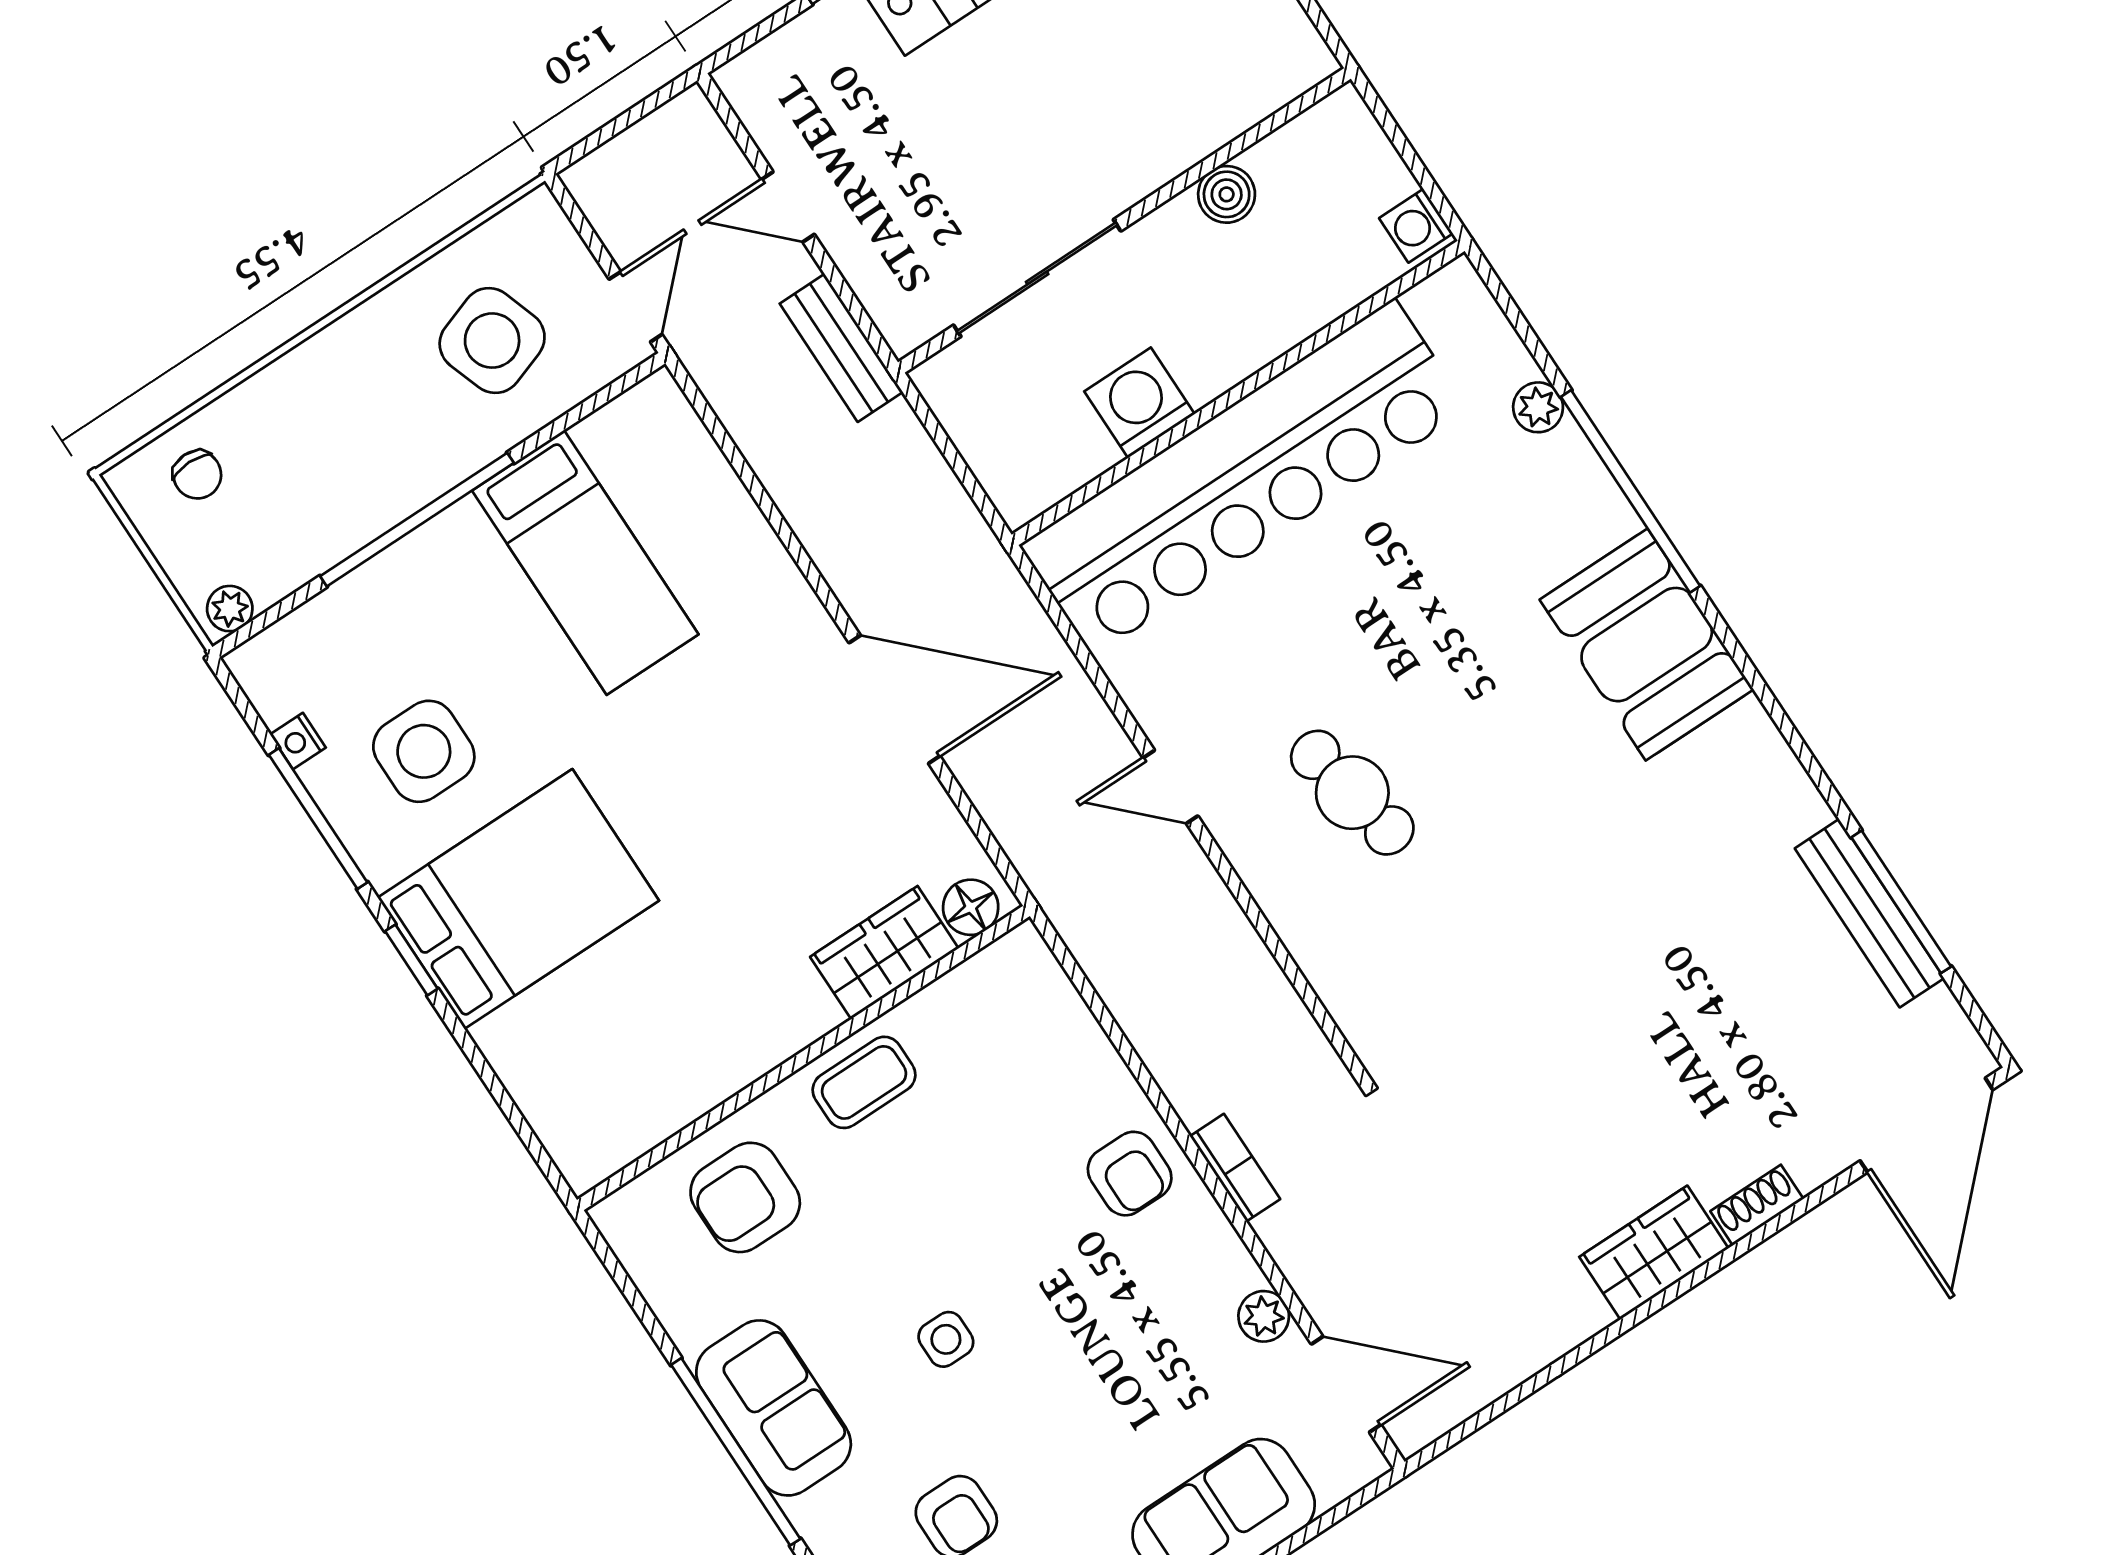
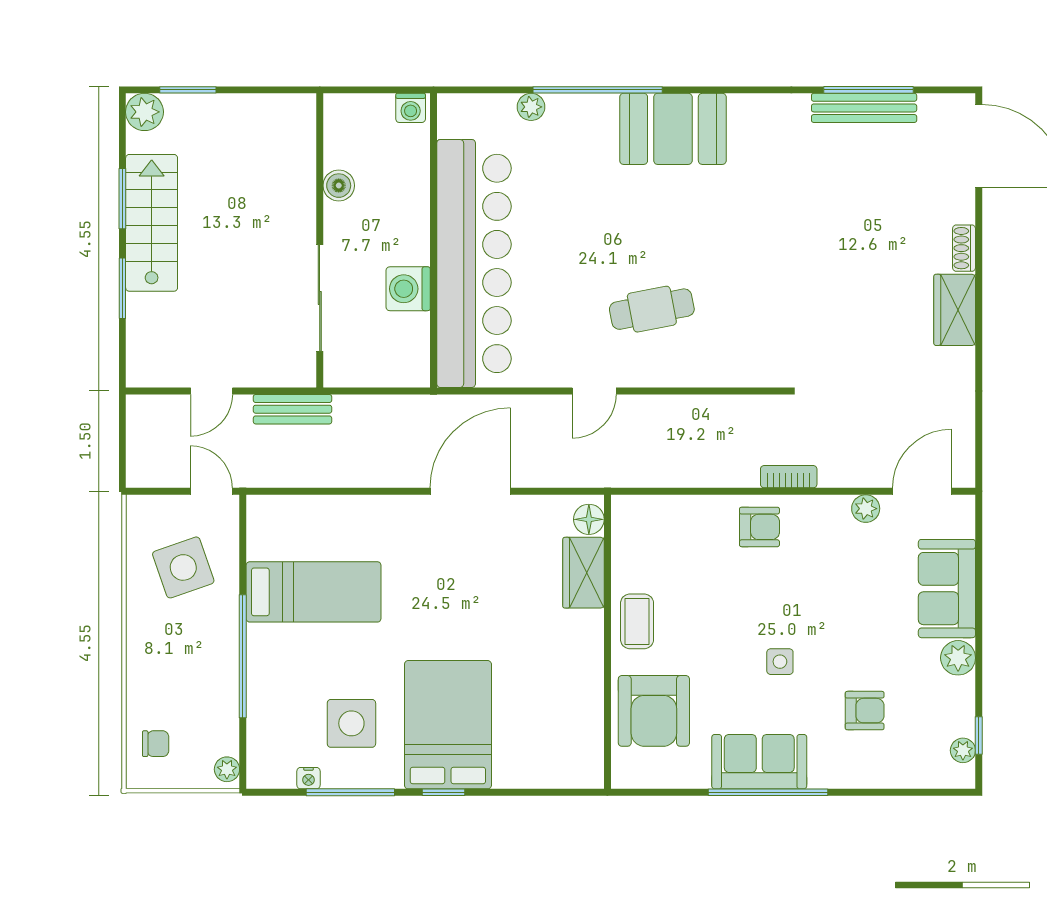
armchair: (745, 1197) -> (654, 711), width x1.36, depth x1.36

